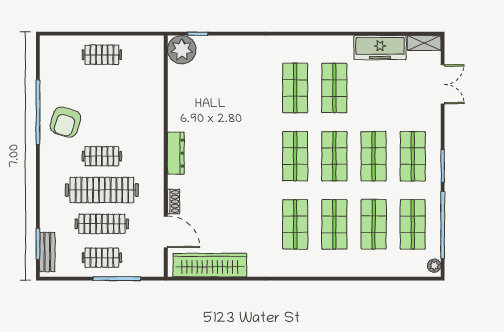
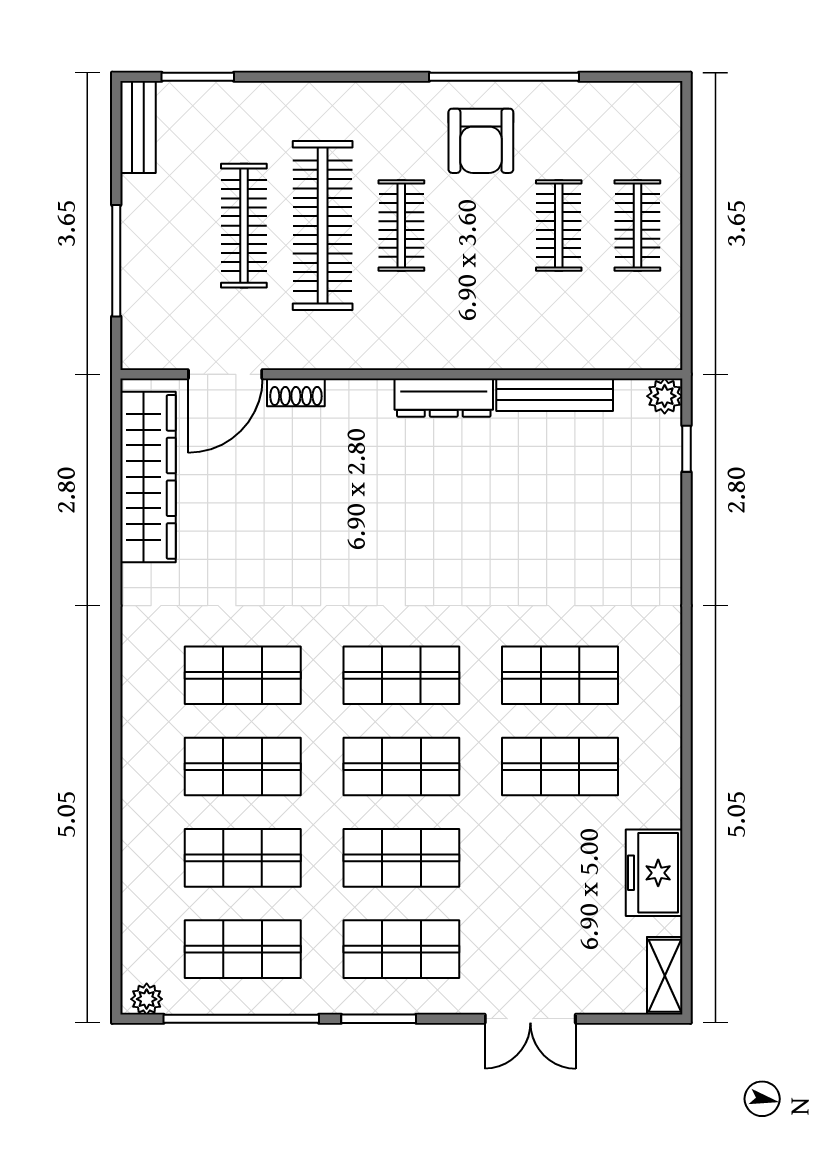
freezer: (380, 48) -> (654, 873), width x0.71
plant: (182, 50) -> (665, 396), width x0.53, depth x0.53
double door: (443, 84) -> (530, 1019), moved
bench: (175, 90) -> (555, 395), added
armchair: (65, 122) -> (481, 141), turned -107
dresser: (176, 153) -> (444, 398), moved
bench: (47, 252) -> (138, 127), moved, turned 90
clothes rail: (102, 258) -> (559, 226), moved

